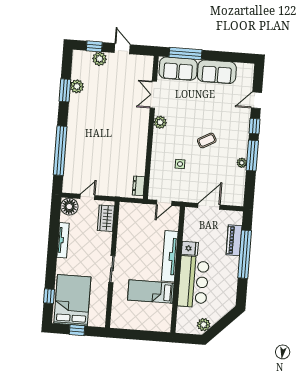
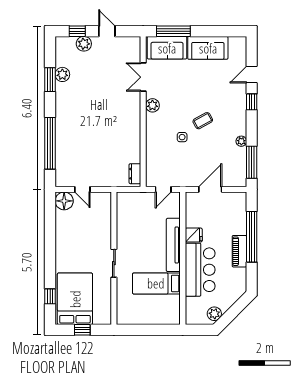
window: (252, 156) -> (252, 162), moved
side table: (180, 164) -> (182, 137), moved
door: (87, 197) -> (82, 189), swing flipped
wardrobe: (106, 218) -> (103, 210), removed
tv unit: (63, 240) -> (60, 237), removed
piano: (234, 240) -> (239, 251), moved

